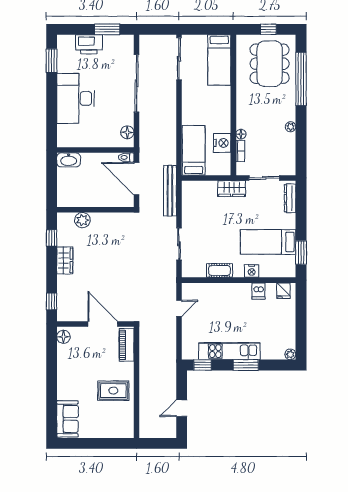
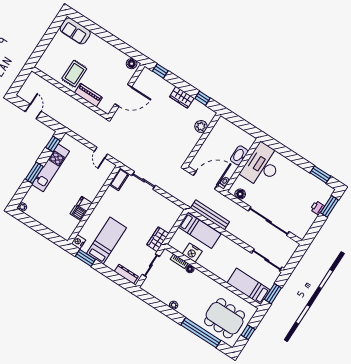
window: (107, 29) -> (329, 206), moved
window: (210, 29) -> (273, 294), added
printer: (89, 44) -> (317, 208), width x0.53, depth x0.68
desk: (76, 98) -> (262, 166), moved, turned -90
washbasin: (69, 160) -> (239, 155), moved
bench: (170, 191) -> (210, 215), moved
cot: (219, 270) -> (119, 179), moved
nightstand: (252, 271) -> (78, 242), moved
fridge: (283, 291) -> (84, 204), moved
piano: (126, 345) -> (88, 95), moved

